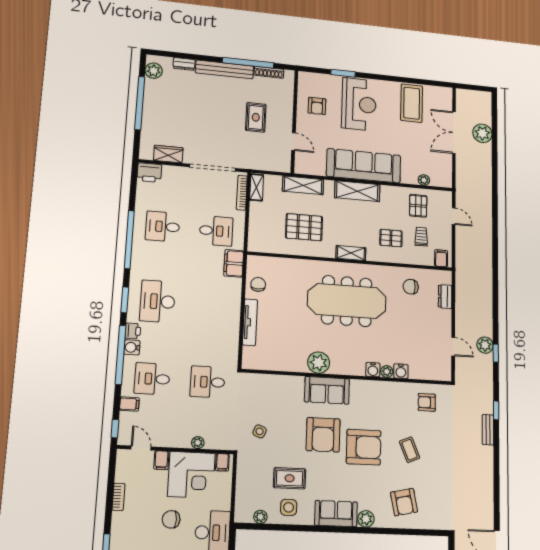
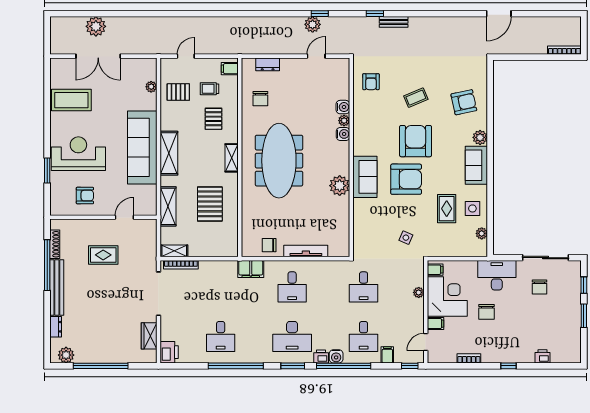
desk: (216, 231) -> (292, 287), moved, turned 180

